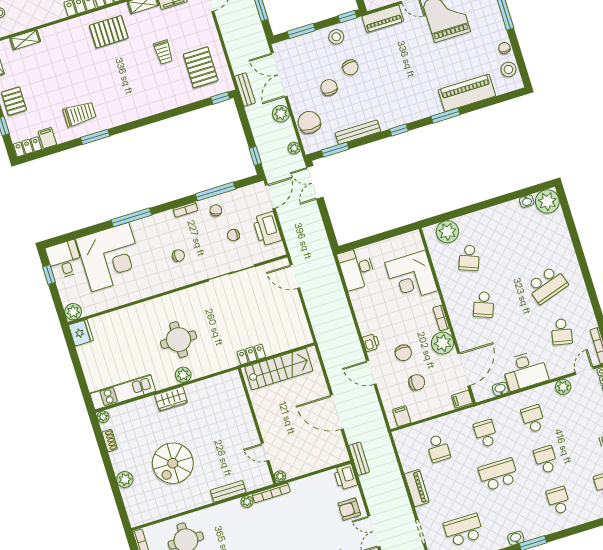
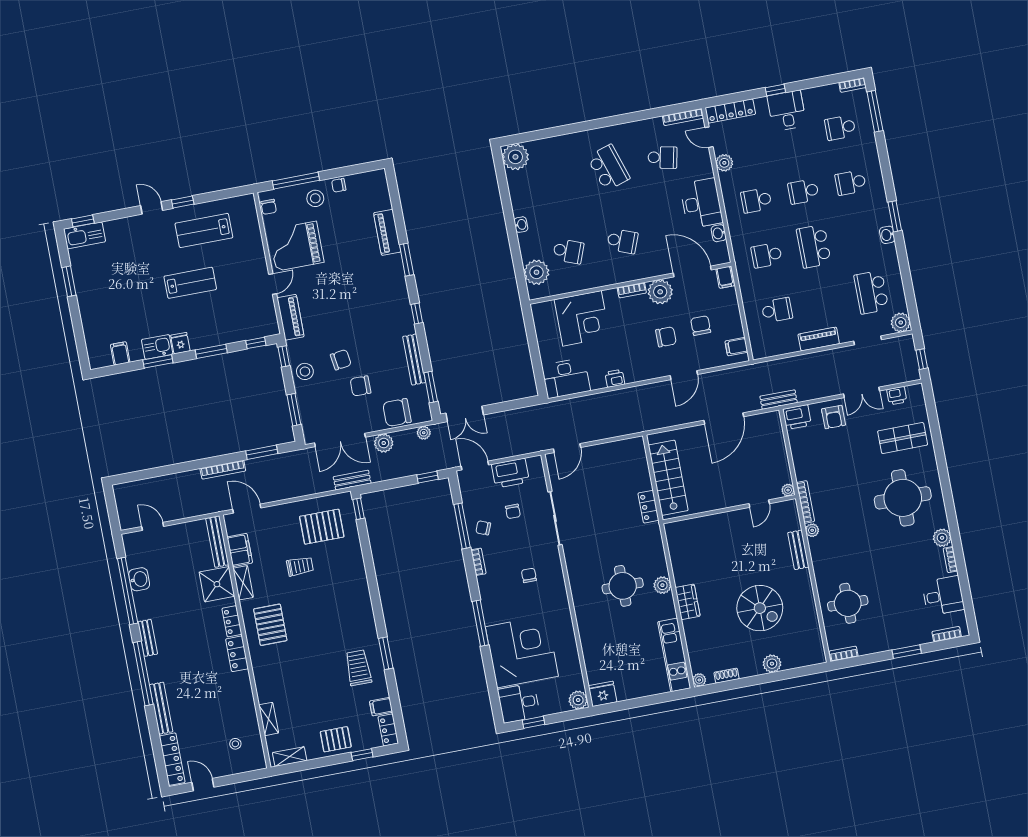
stool: (508, 69) -> (315, 198), moved
piano: (467, 93) -> (387, 232), width x0.73, depth x0.75
washbasin: (527, 201) -> (521, 225), moved
printer: (371, 343) -> (615, 378), moved

